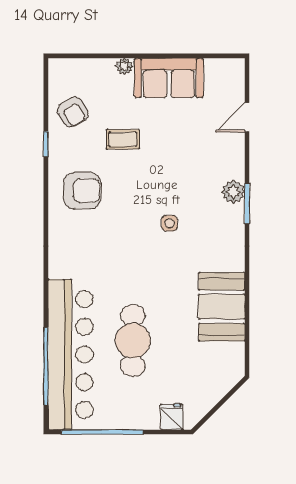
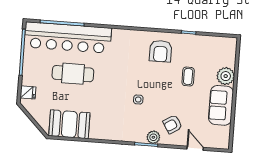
plant: (124, 66) -> (226, 76), width x1.88, depth x1.88
armchair: (73, 112) -> (173, 124), moved
booth: (222, 307) -> (69, 124), moved

